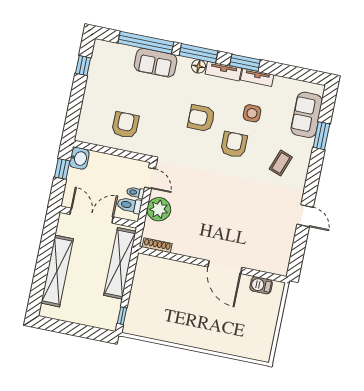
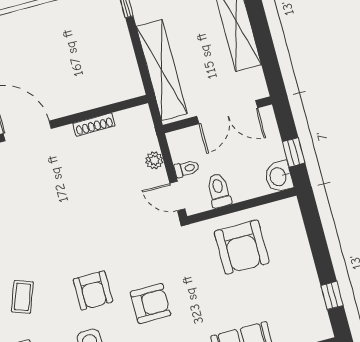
armchair: (125, 125) -> (242, 247), width x1.36, depth x1.36
toilet: (129, 205) -> (219, 191), moved, turned -90
plant: (159, 209) -> (154, 160), width x0.53, depth x0.53
shoe rack: (157, 245) -> (94, 125), moved

